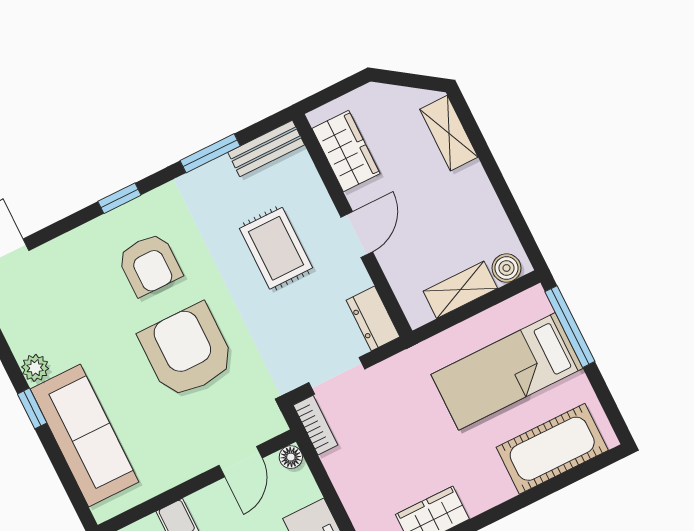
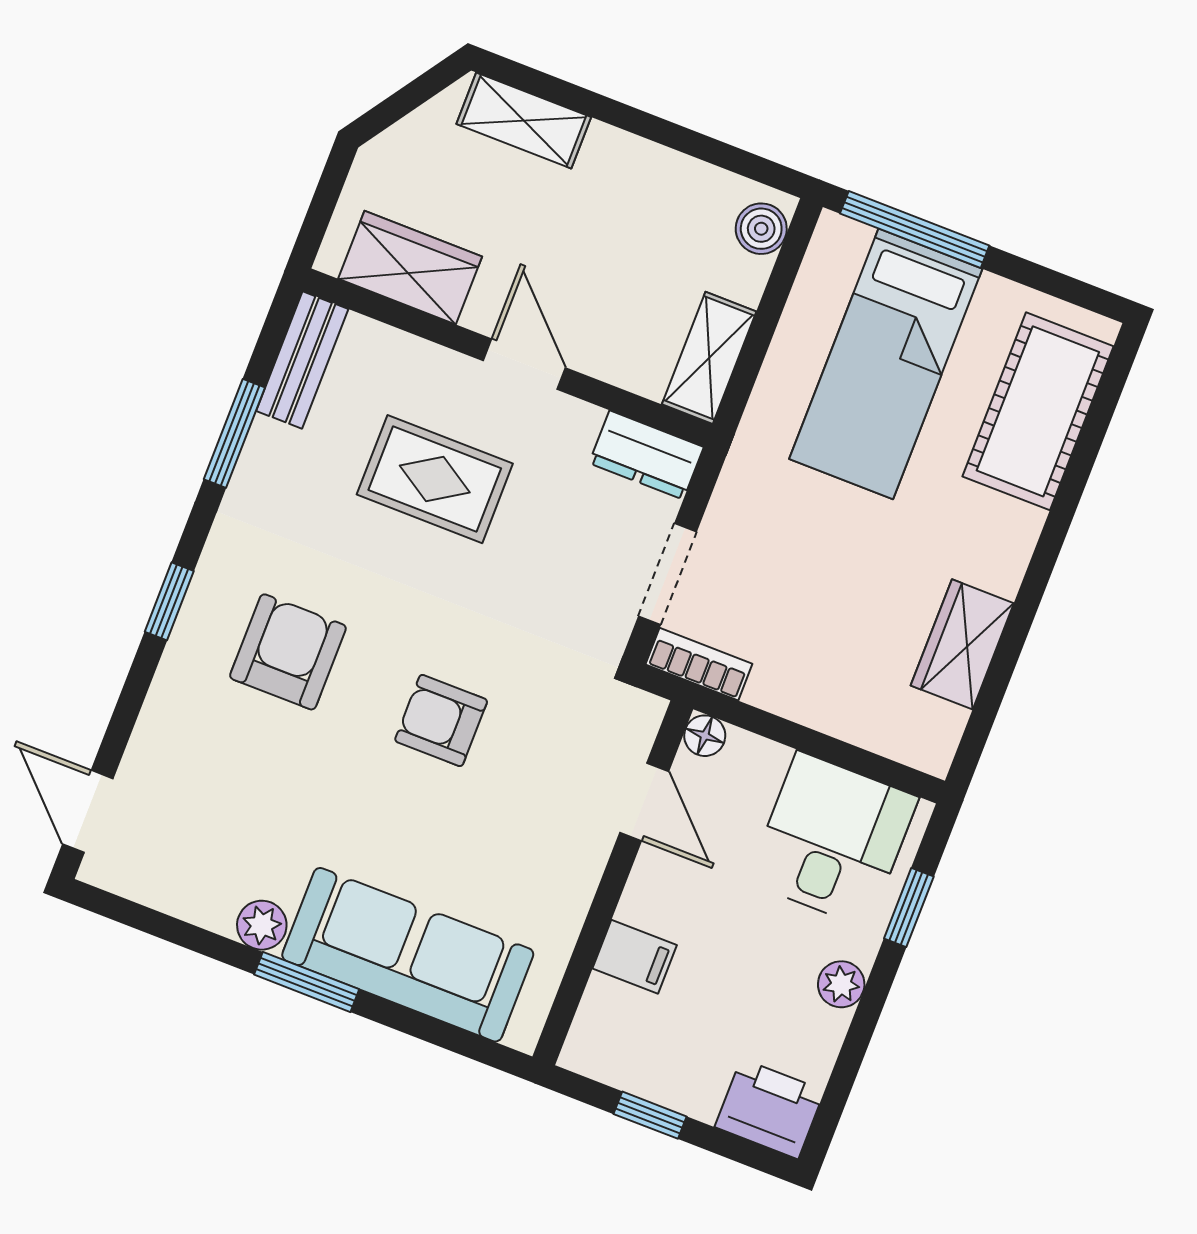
armchair: (150, 264) -> (288, 652), turned -90
shelving: (460, 290) -> (709, 358), moved
armchair: (187, 351) -> (441, 721), width x0.53, depth x0.53
window: (32, 408) -> (307, 982), width x1.50

